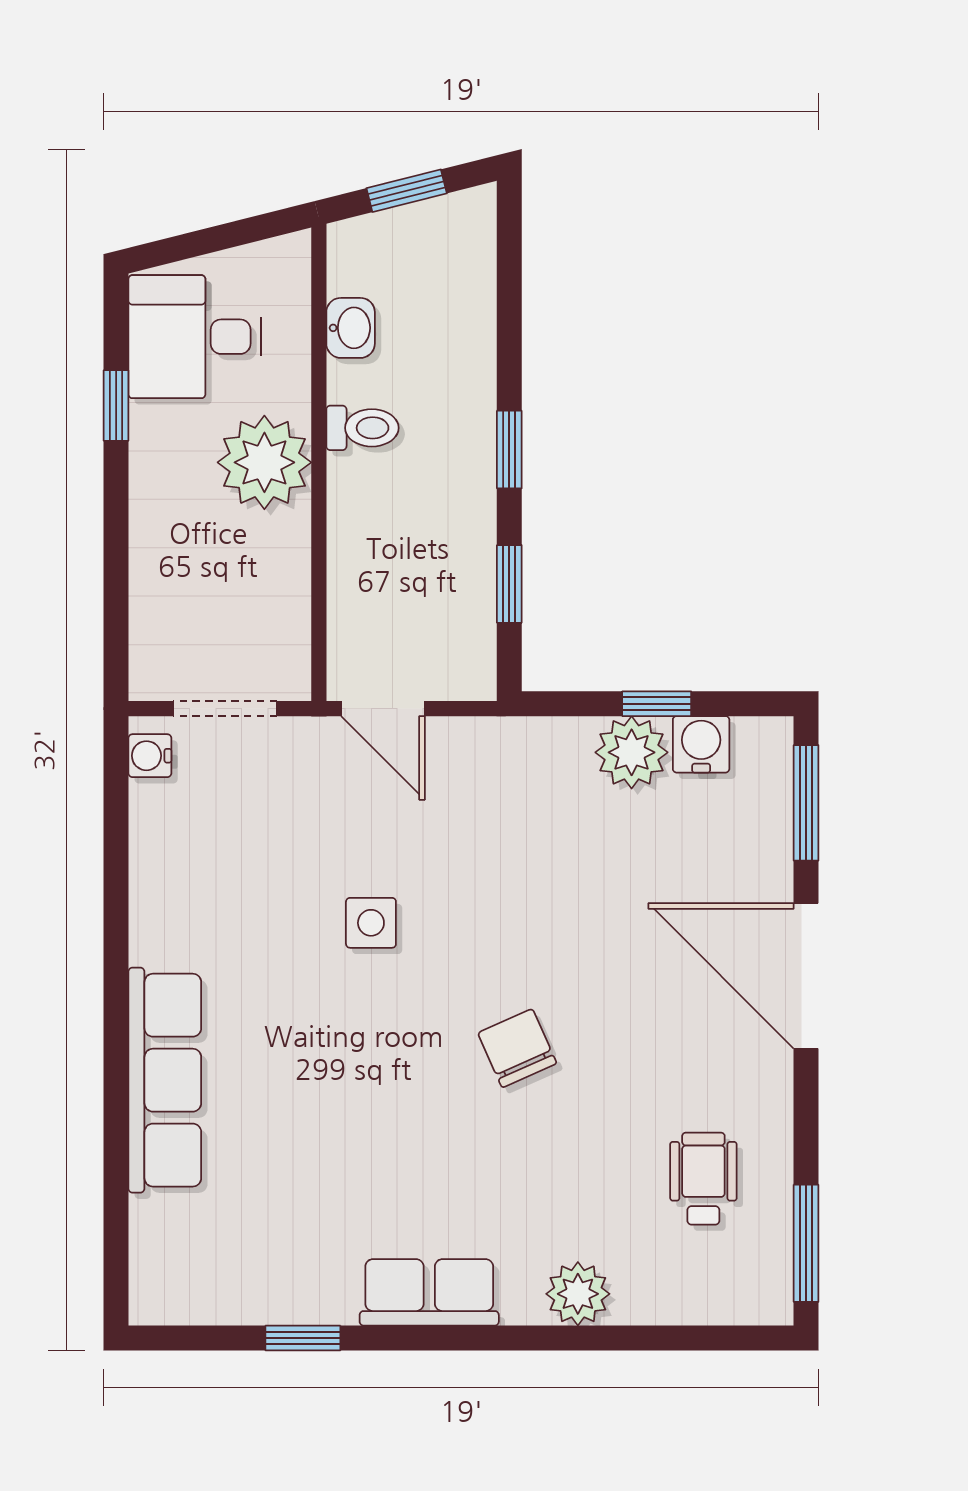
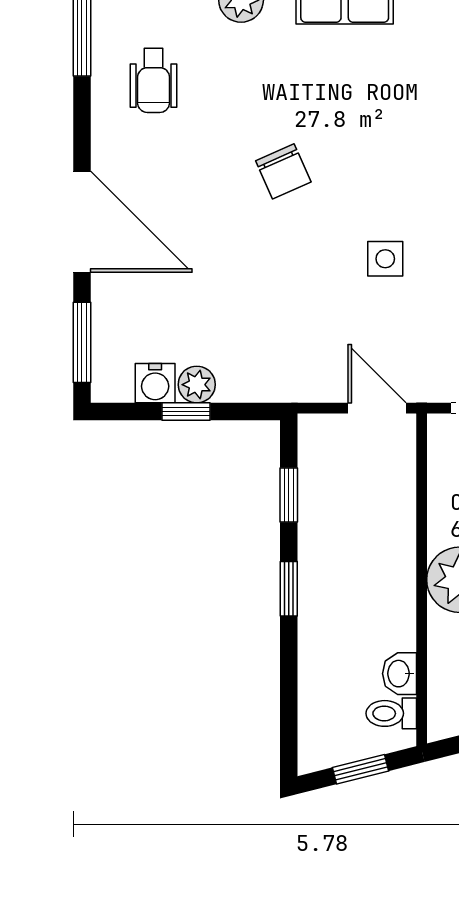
toilet: (362, 428) -> (391, 713), moved
plant: (632, 752) -> (197, 385), width x0.73, depth x0.73

